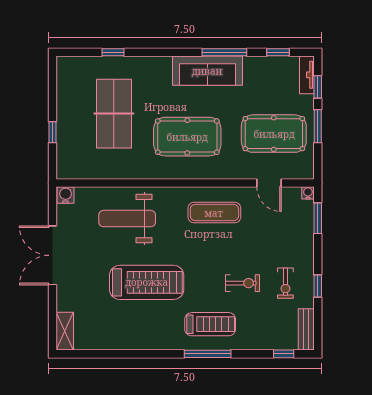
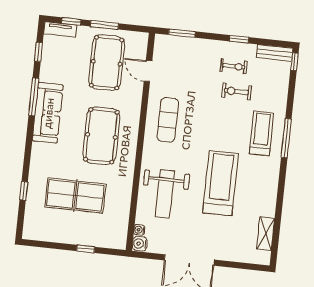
door: (269, 183) -> (148, 71), swing flipped
water cooler: (308, 193) -> (139, 230), moved
exercise bike: (243, 283) -> (236, 91), moved, turned -90
shelving: (65, 331) -> (266, 234), moved, turned 90
window: (284, 354) -> (294, 62), moved

